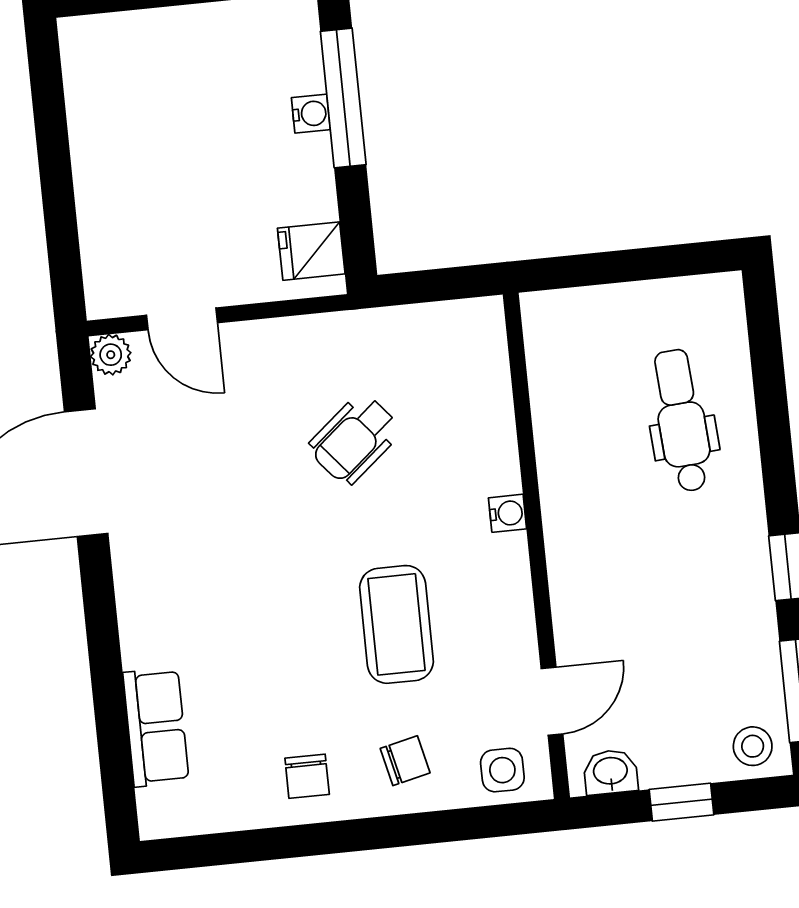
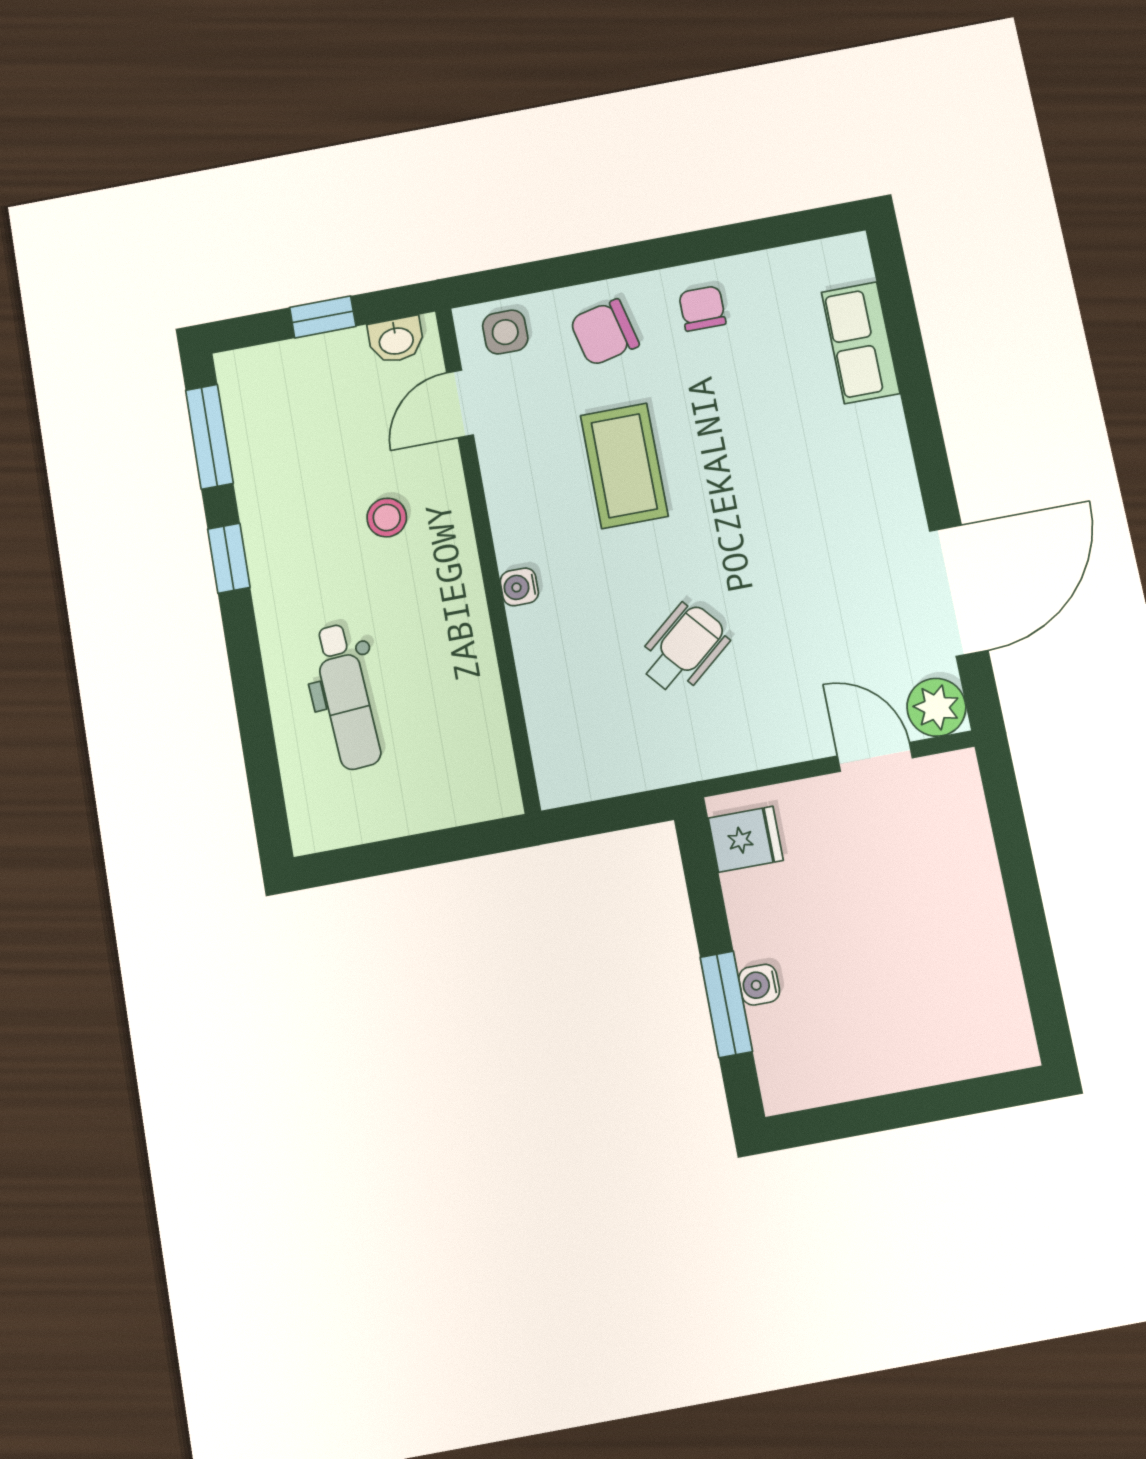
window: (343, 98) -> (726, 1004), width x0.69
plant: (111, 355) -> (936, 707), width x1.38, depth x1.38
stool: (753, 746) -> (387, 518), moved
chair: (405, 761) -> (604, 332), width x1.37, depth x1.37

